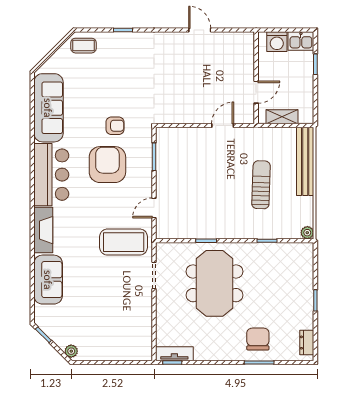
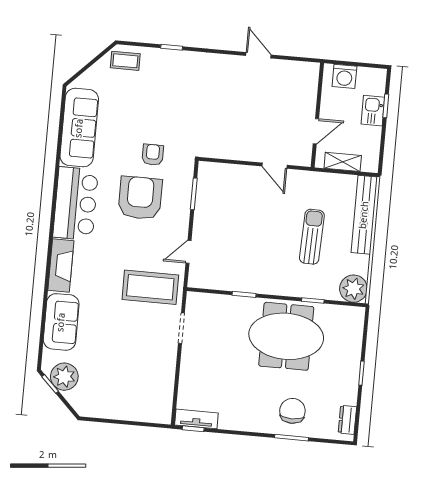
kitchen sink: (301, 41) -> (373, 111), moved, turned 90
armchair: (115, 126) -> (153, 155), turned -90
door: (223, 126) -> (275, 166), swing flipped
plant: (307, 233) -> (353, 289), width x1.88, depth x1.88
meeting table: (215, 283) -> (286, 336), moved, turned 90
plant: (71, 351) -> (64, 377), moved, width x1.88, depth x1.88

